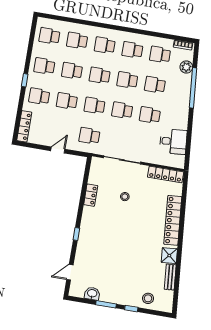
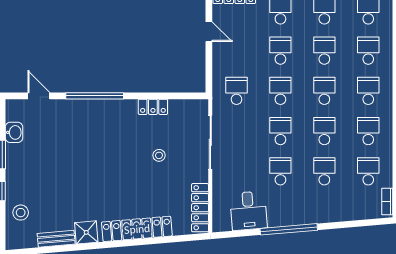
plant: (186, 67) -> (357, 211), removed
window: (193, 88) -> (289, 229), moved
door: (58, 150) -> (209, 32), moved
window: (76, 234) -> (95, 96), width x3.17

